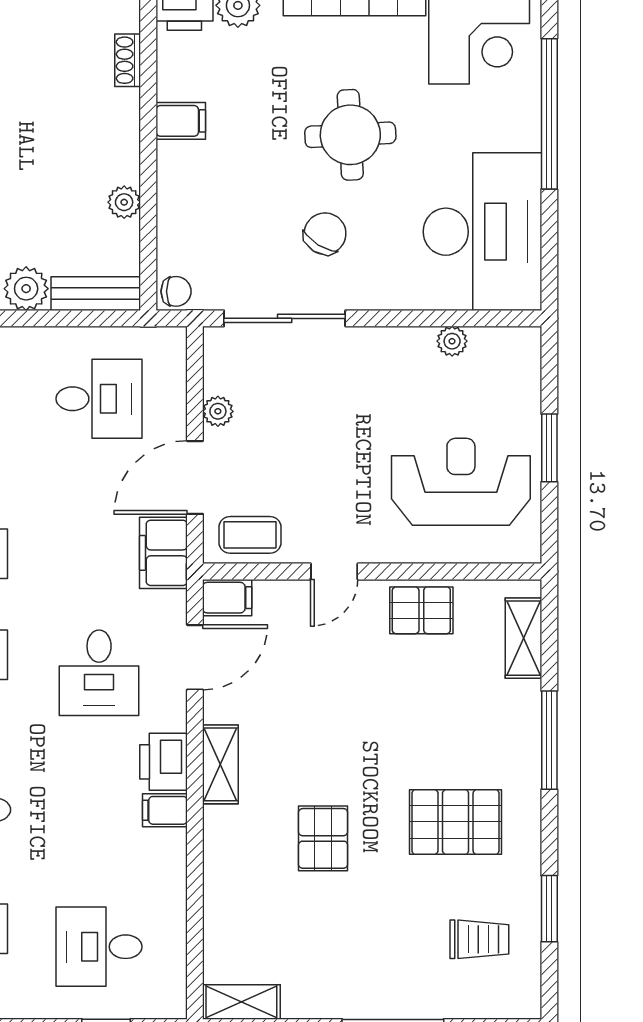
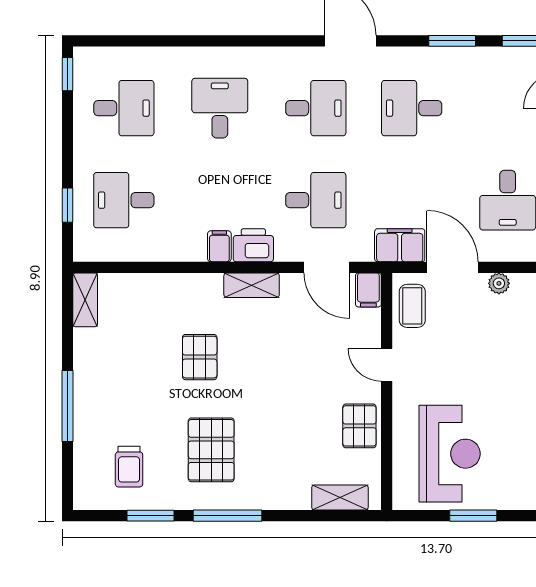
desk: (99, 673) -> (316, 200), turned 180
window: (549, 740) -> (227, 516), moved
pallet: (323, 838) -> (200, 357), turned 90
desk: (99, 947) -> (124, 200), turned -90

